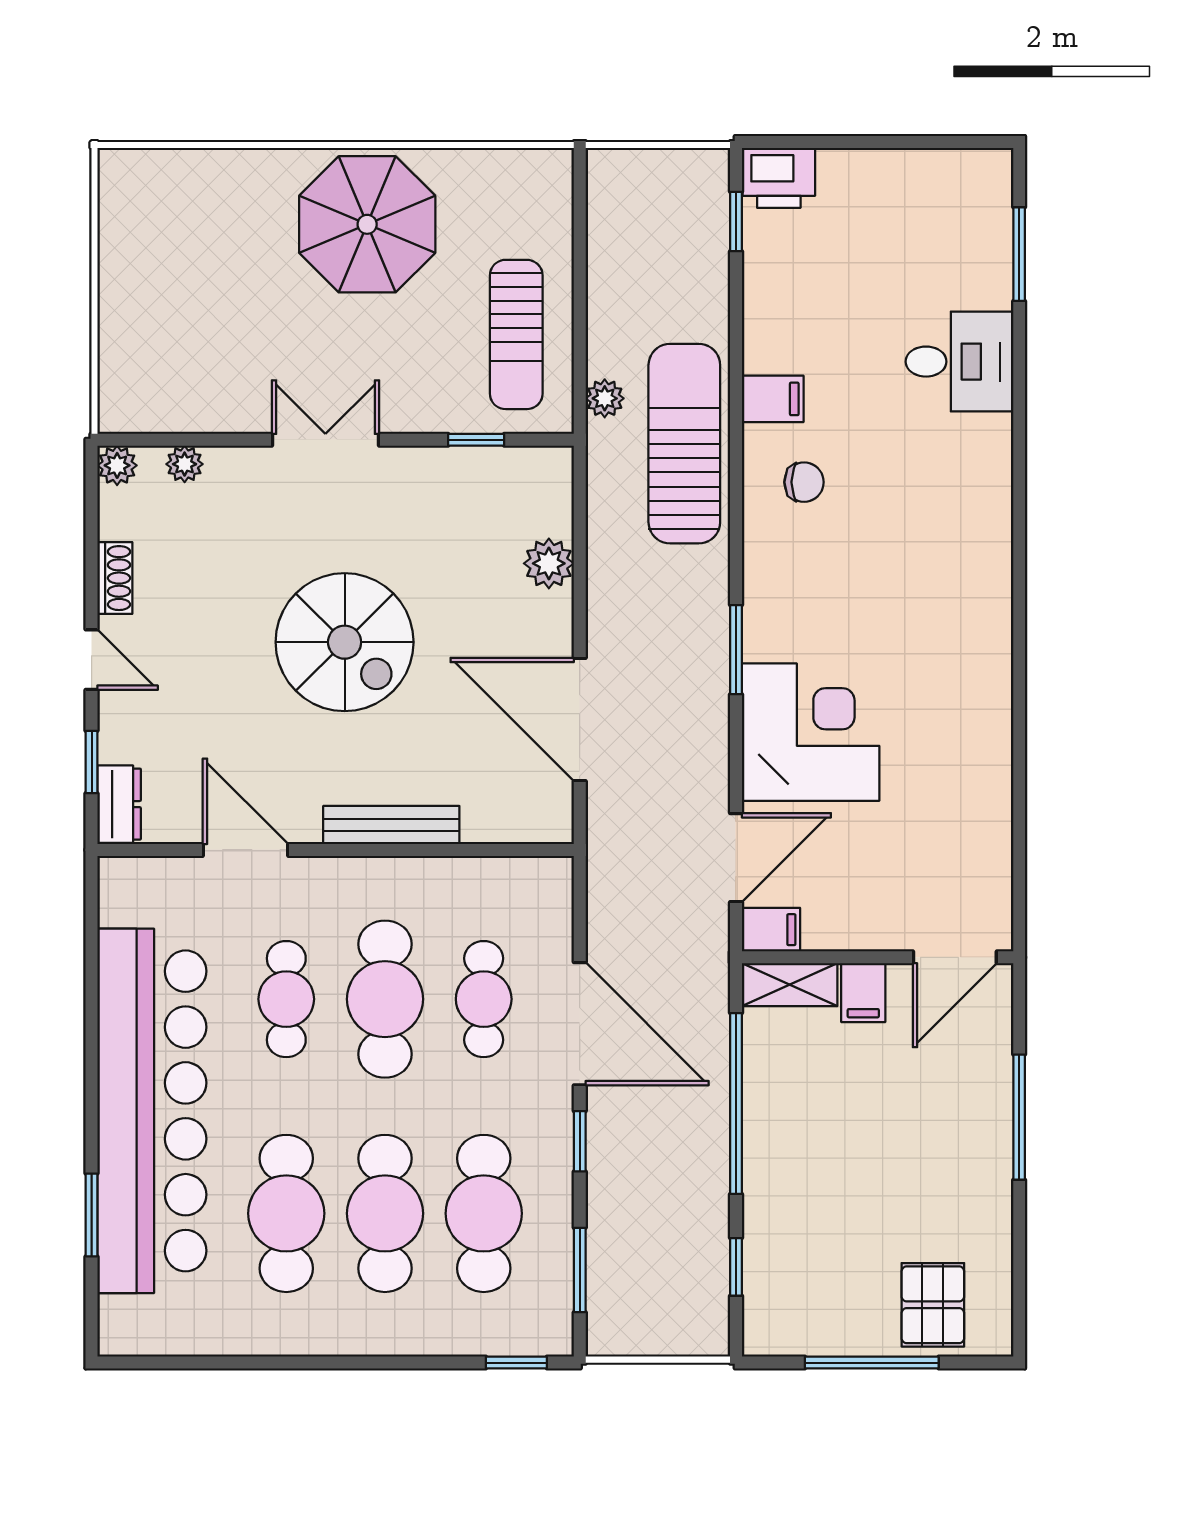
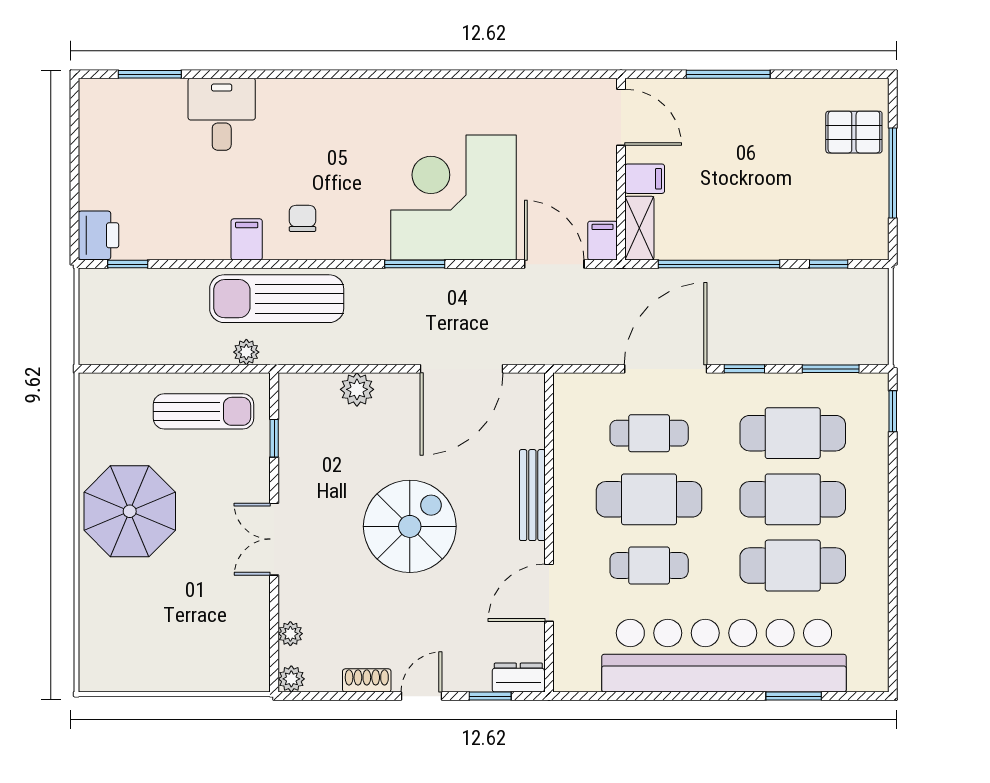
corner desk: (811, 732) -> (453, 197), width x1.36, depth x1.36

